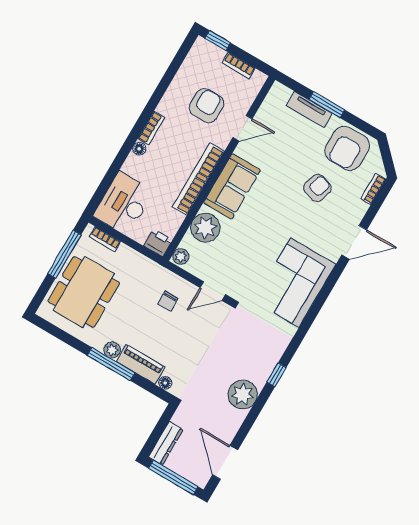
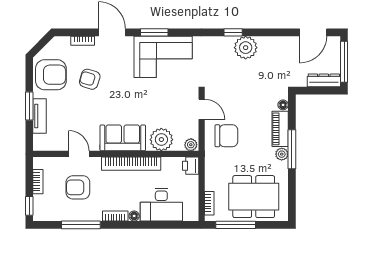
window: (164, 85) -> (81, 225), added
bookcase: (373, 189) -> (83, 41), moved
desk: (124, 204) -> (161, 205), moved
window: (327, 289) -> (154, 32), added
chair: (168, 301) -> (226, 136), width x1.87, depth x1.87
plant: (243, 395) -> (246, 48), moved

